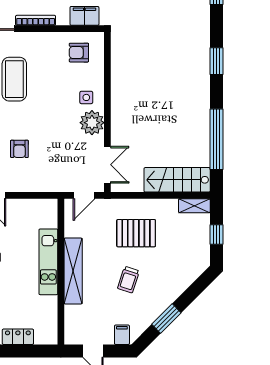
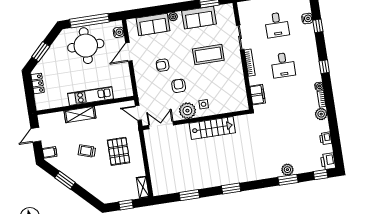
armchair: (79, 53) -> (179, 86), moved
window: (216, 61) -> (231, 189), moved
window: (216, 139) -> (189, 195), width x0.47
double door: (107, 165) -> (161, 125), swing flipped
stairs: (177, 180) -> (212, 128), moved, turned 90
shelving: (73, 271) -> (80, 114), width x0.68

